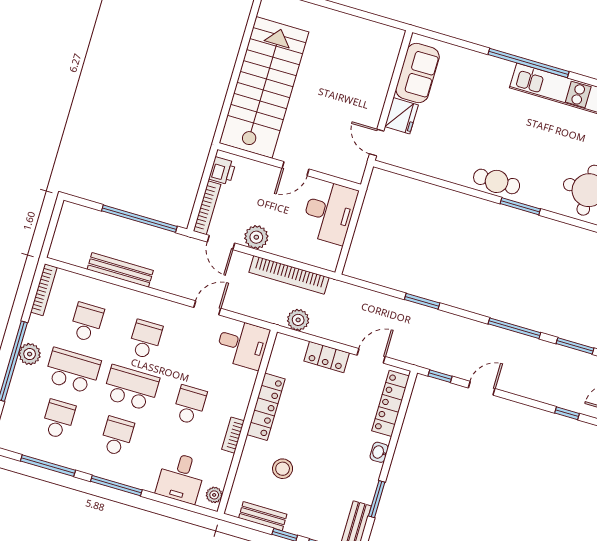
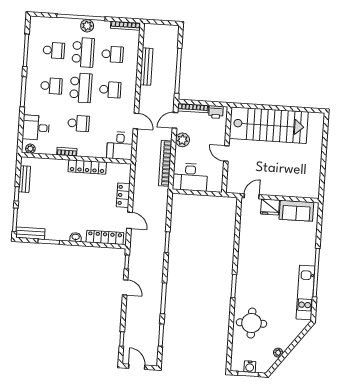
cafe table: (497, 181) -> (245, 270), removed
desk: (329, 212) -> (190, 177), moved
plant: (298, 320) -> (141, 174), removed
stool: (283, 469) -> (54, 184), removed

